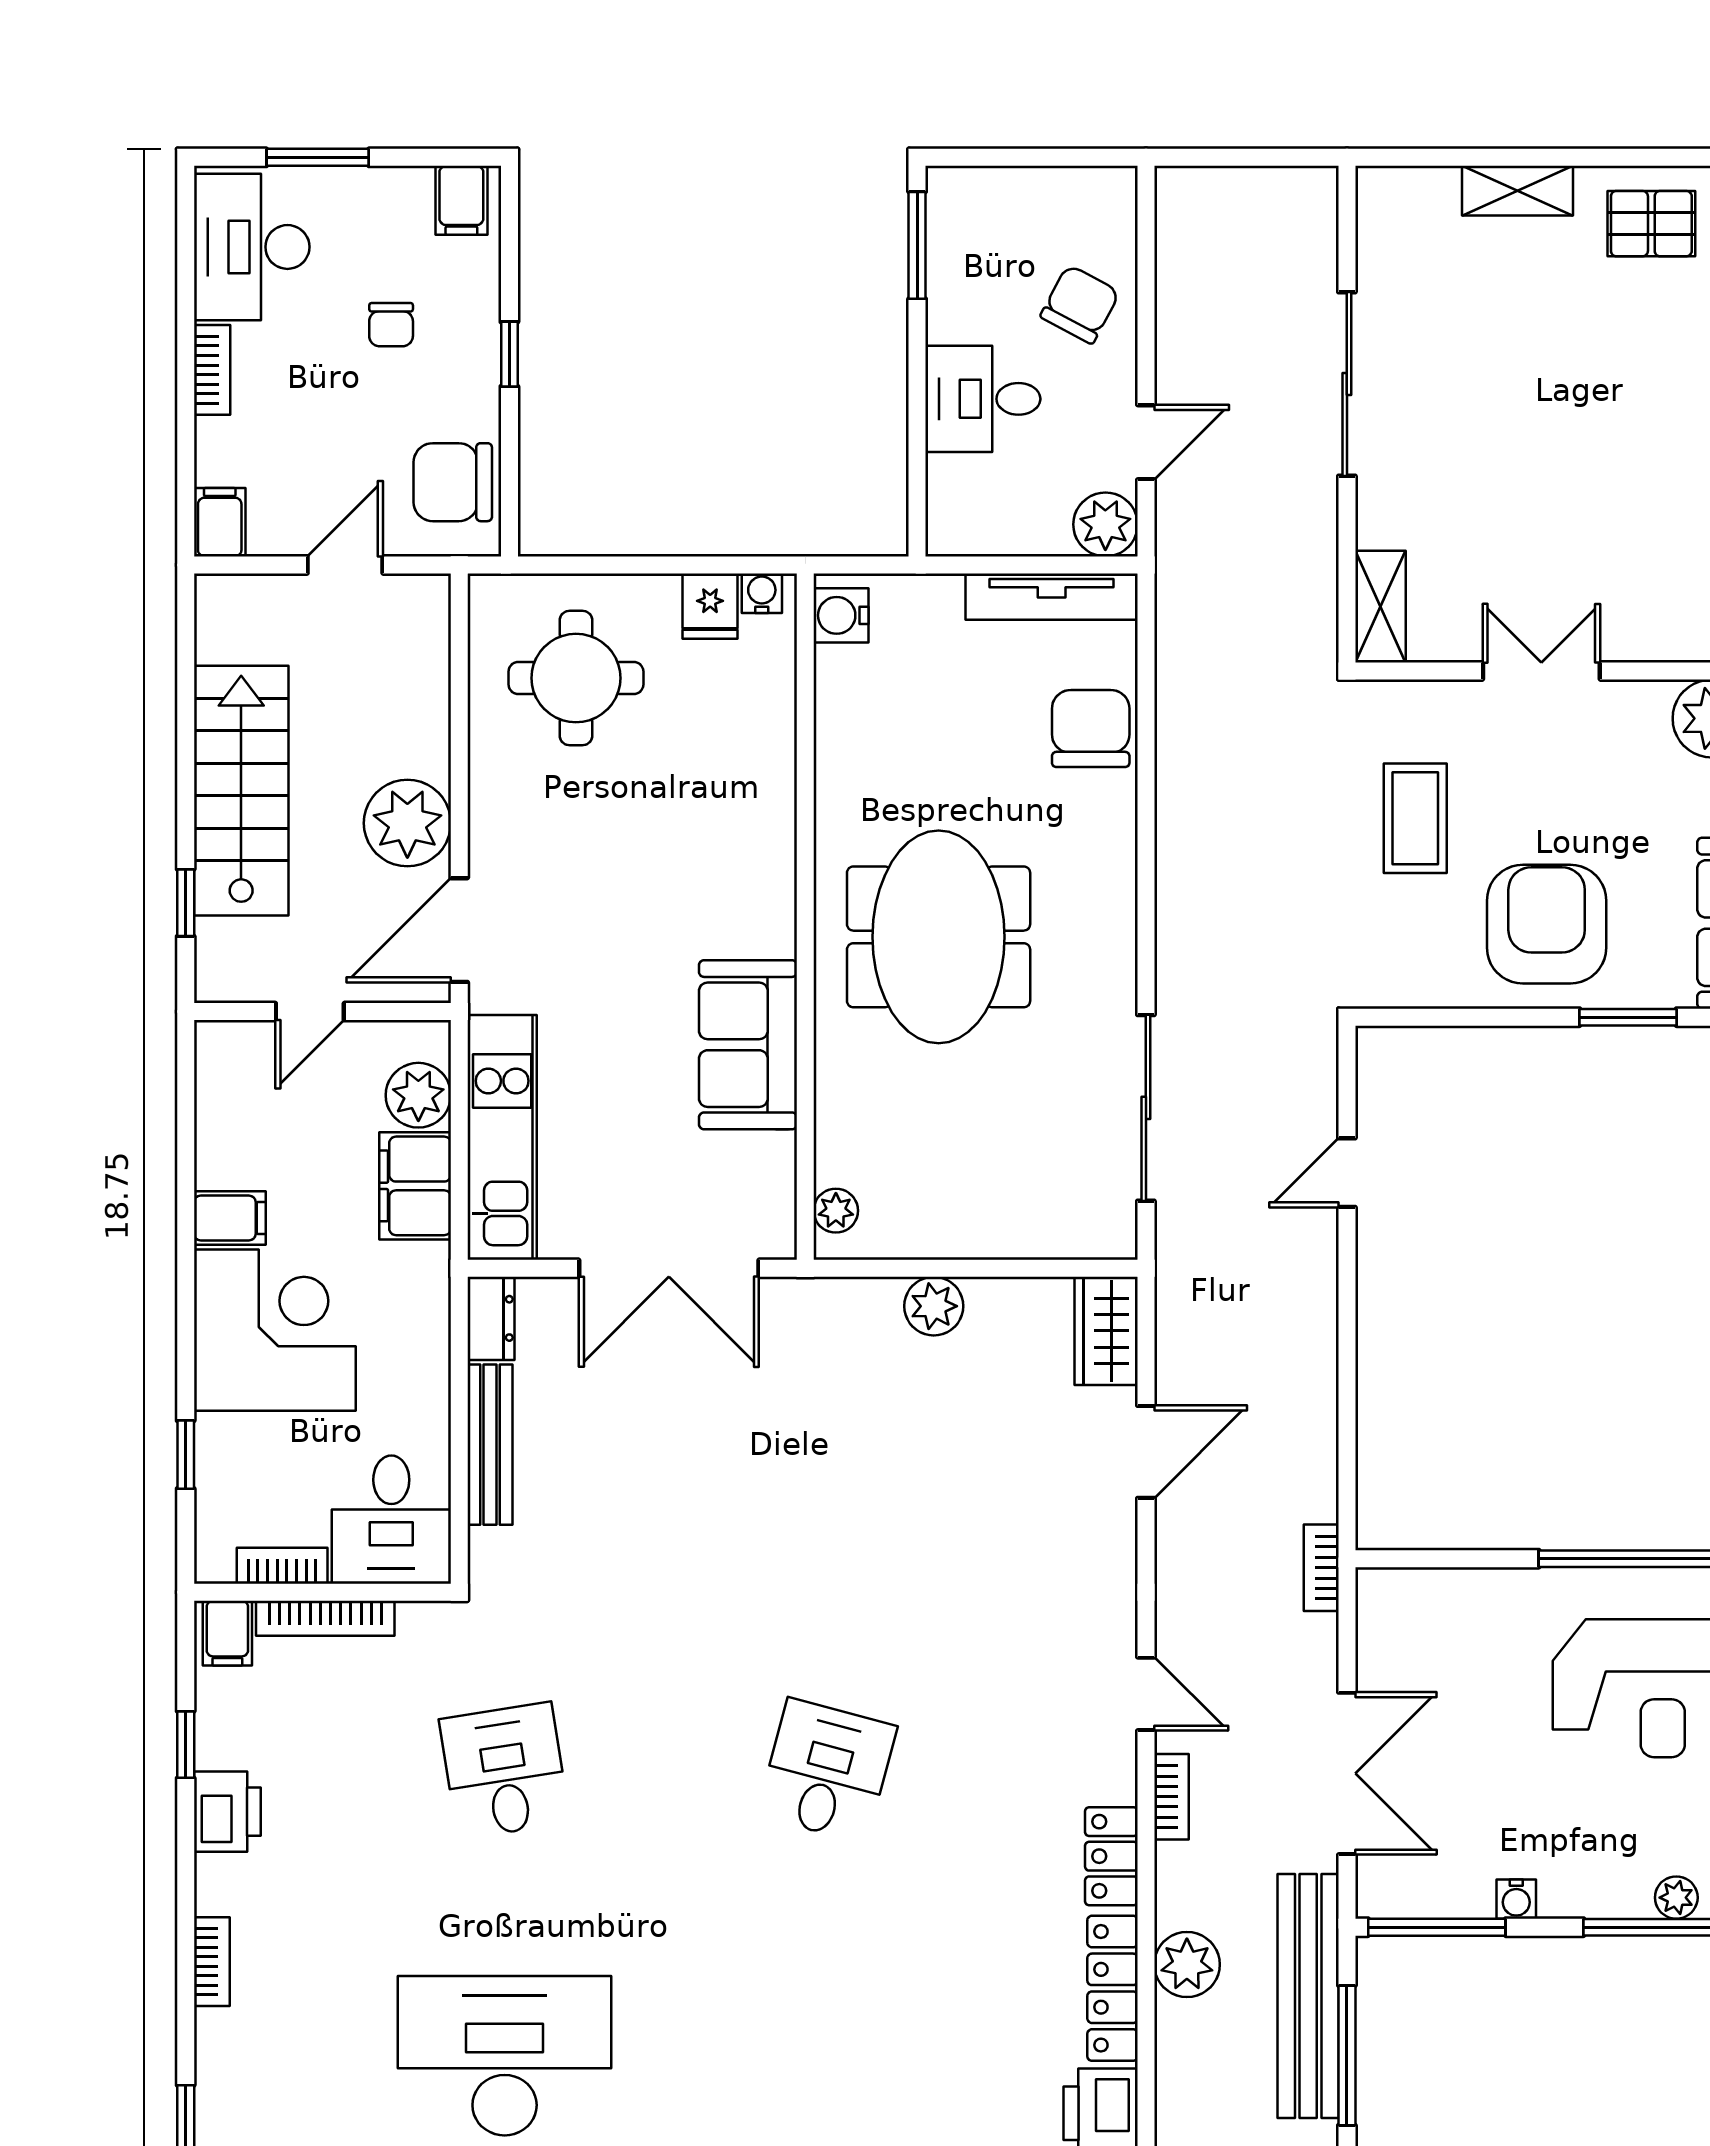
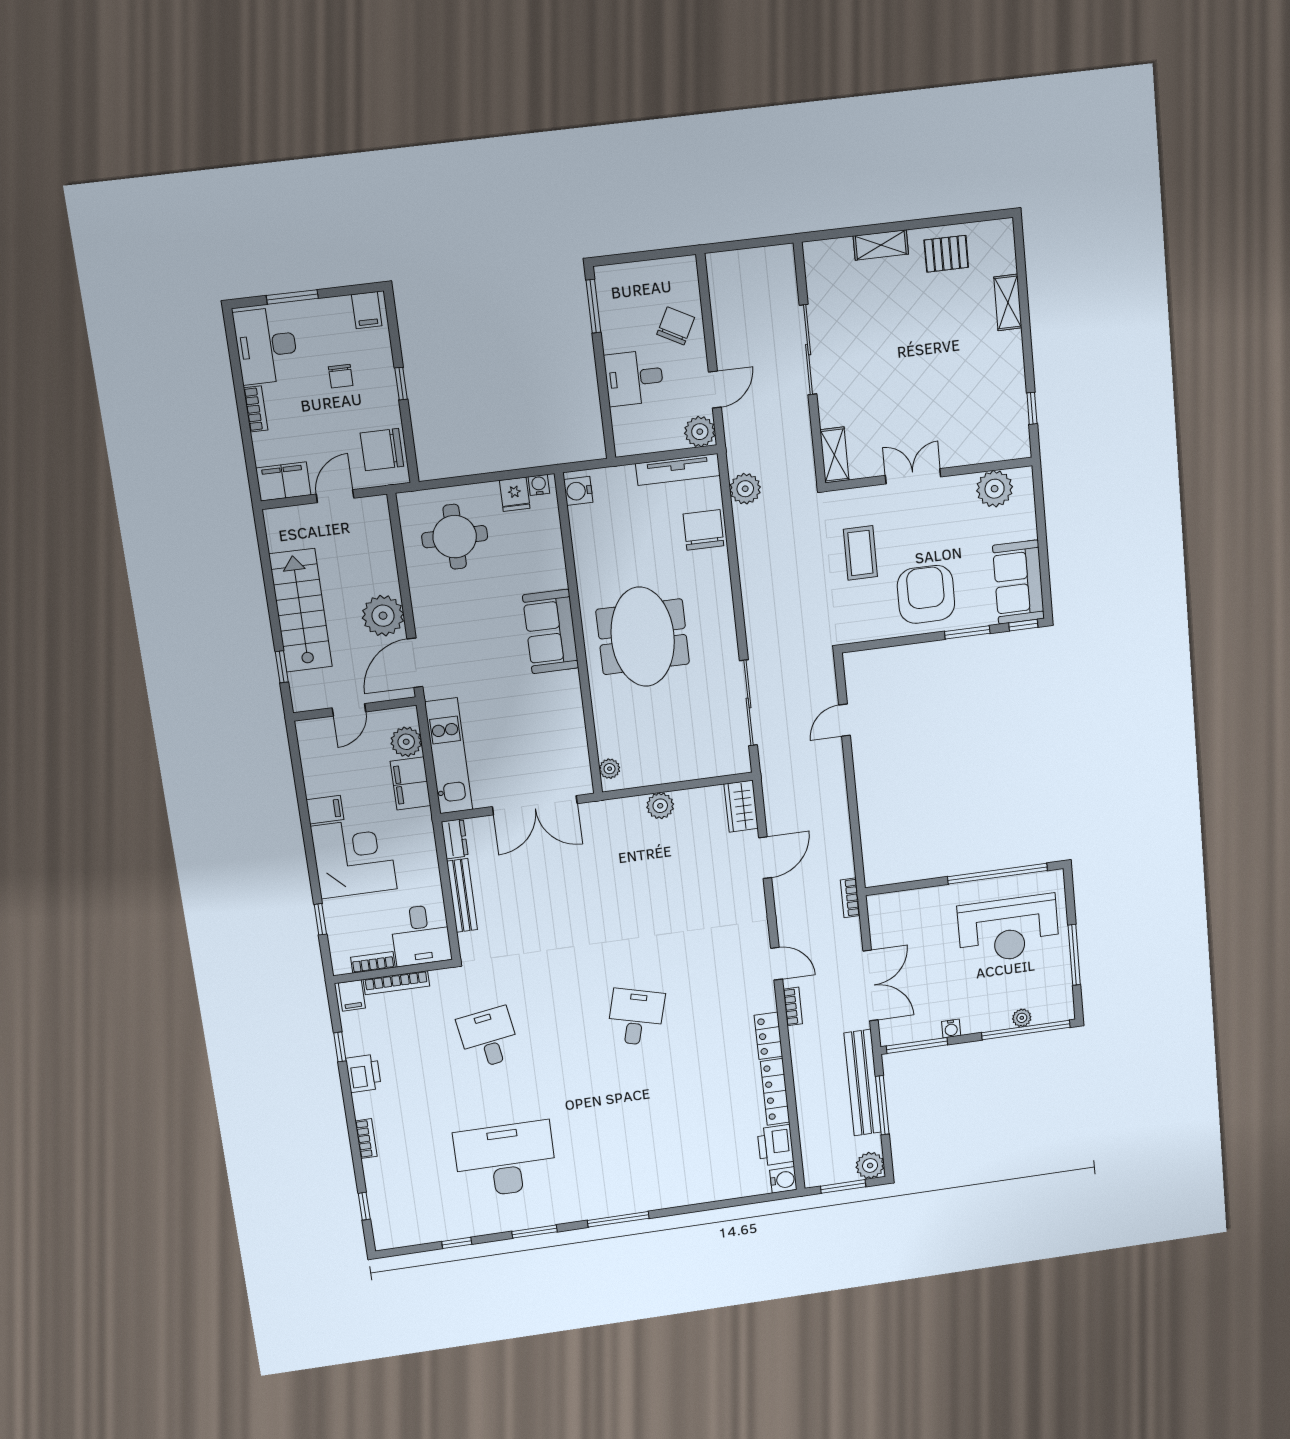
filing cabinet: (220, 522) -> (283, 481), width x2.00
sofa: (748, 1045) -> (551, 631), moved
plant: (1187, 1964) -> (745, 489), moved

